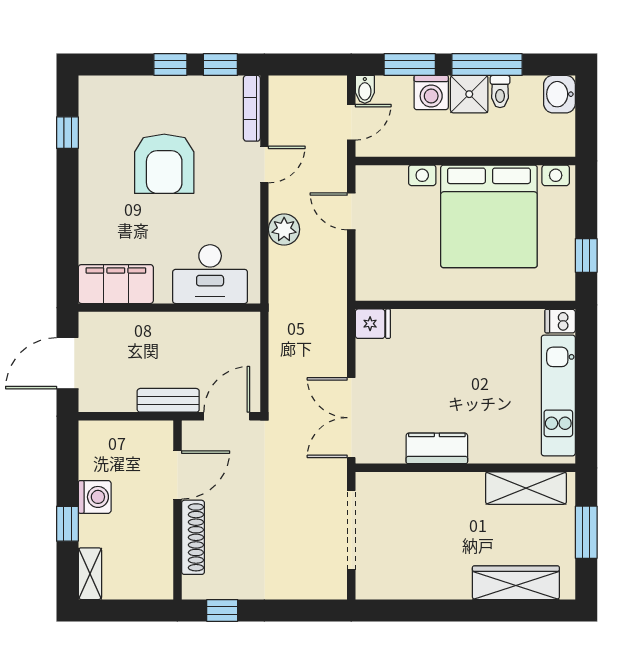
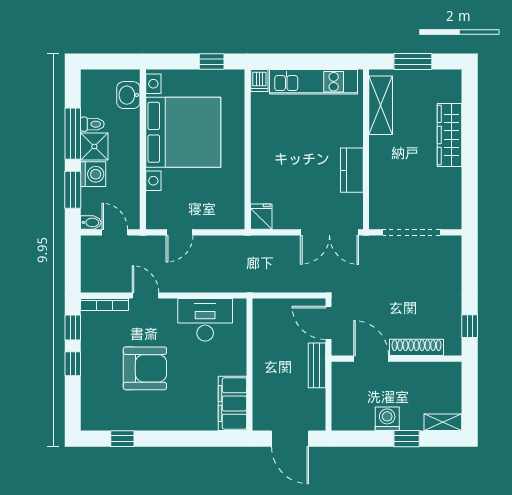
washbasin: (559, 94) -> (128, 95), moved, turned 90
plant: (284, 229) -> (193, 281), removed
desk: (210, 274) -> (205, 320), moved, turned -90
wardrobe: (516, 583) -> (450, 135), moved

